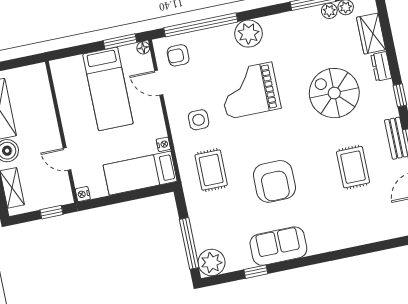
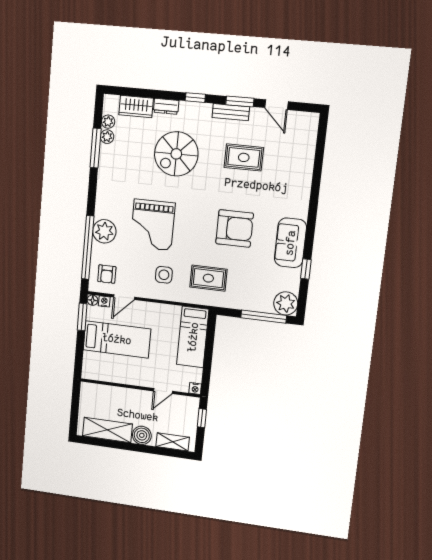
plant: (248, 34) -> (104, 231), moved
nightstand: (163, 144) -> (104, 301), moved

